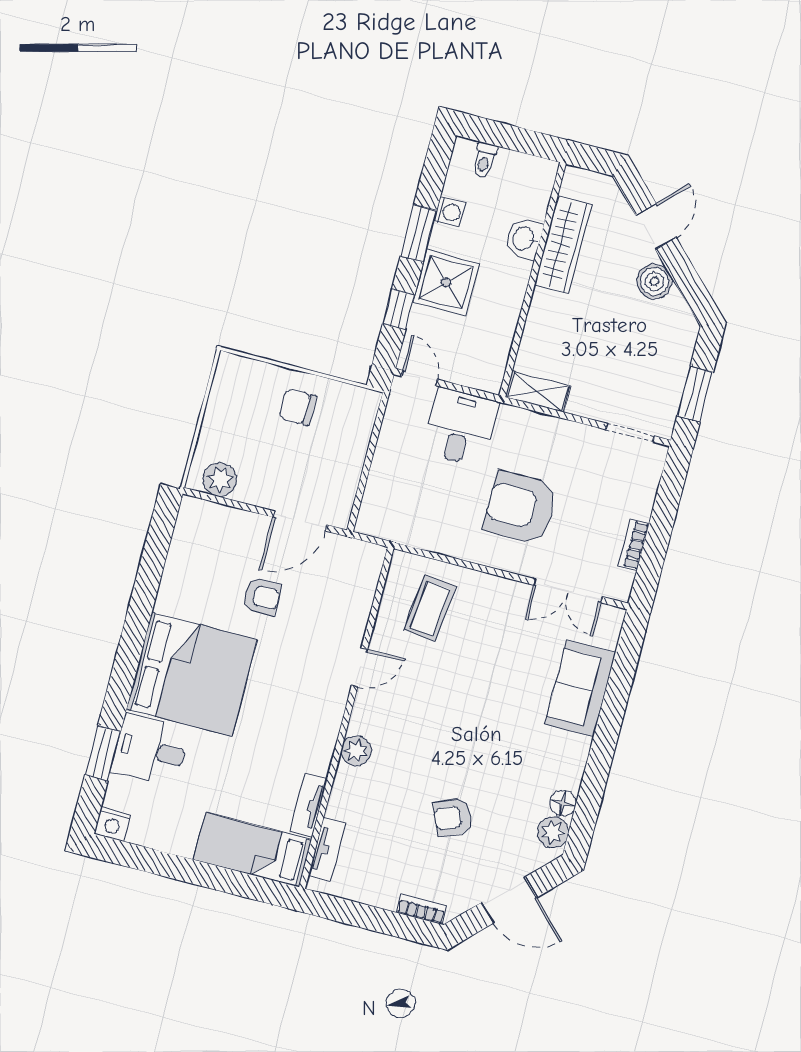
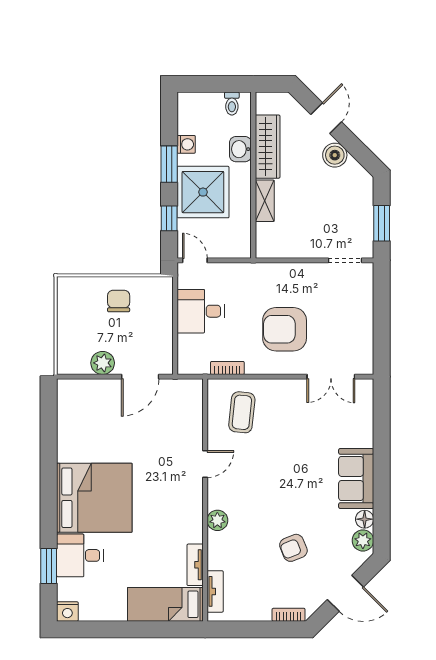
toilet: (484, 160) -> (232, 104), moved
shower: (446, 283) -> (203, 192), width x1.37, depth x1.37
shelving: (538, 392) -> (265, 201), moved, turned 90
chair: (298, 407) -> (119, 301), turned 90
desk: (460, 427) -> (201, 311), moved, turned -90
plant: (220, 480) -> (103, 363), moved
bookcase: (634, 545) -> (227, 368), moved, turned 90
armchair: (262, 596) -> (127, 434), removed
sofa: (580, 689) -> (356, 478), moved

